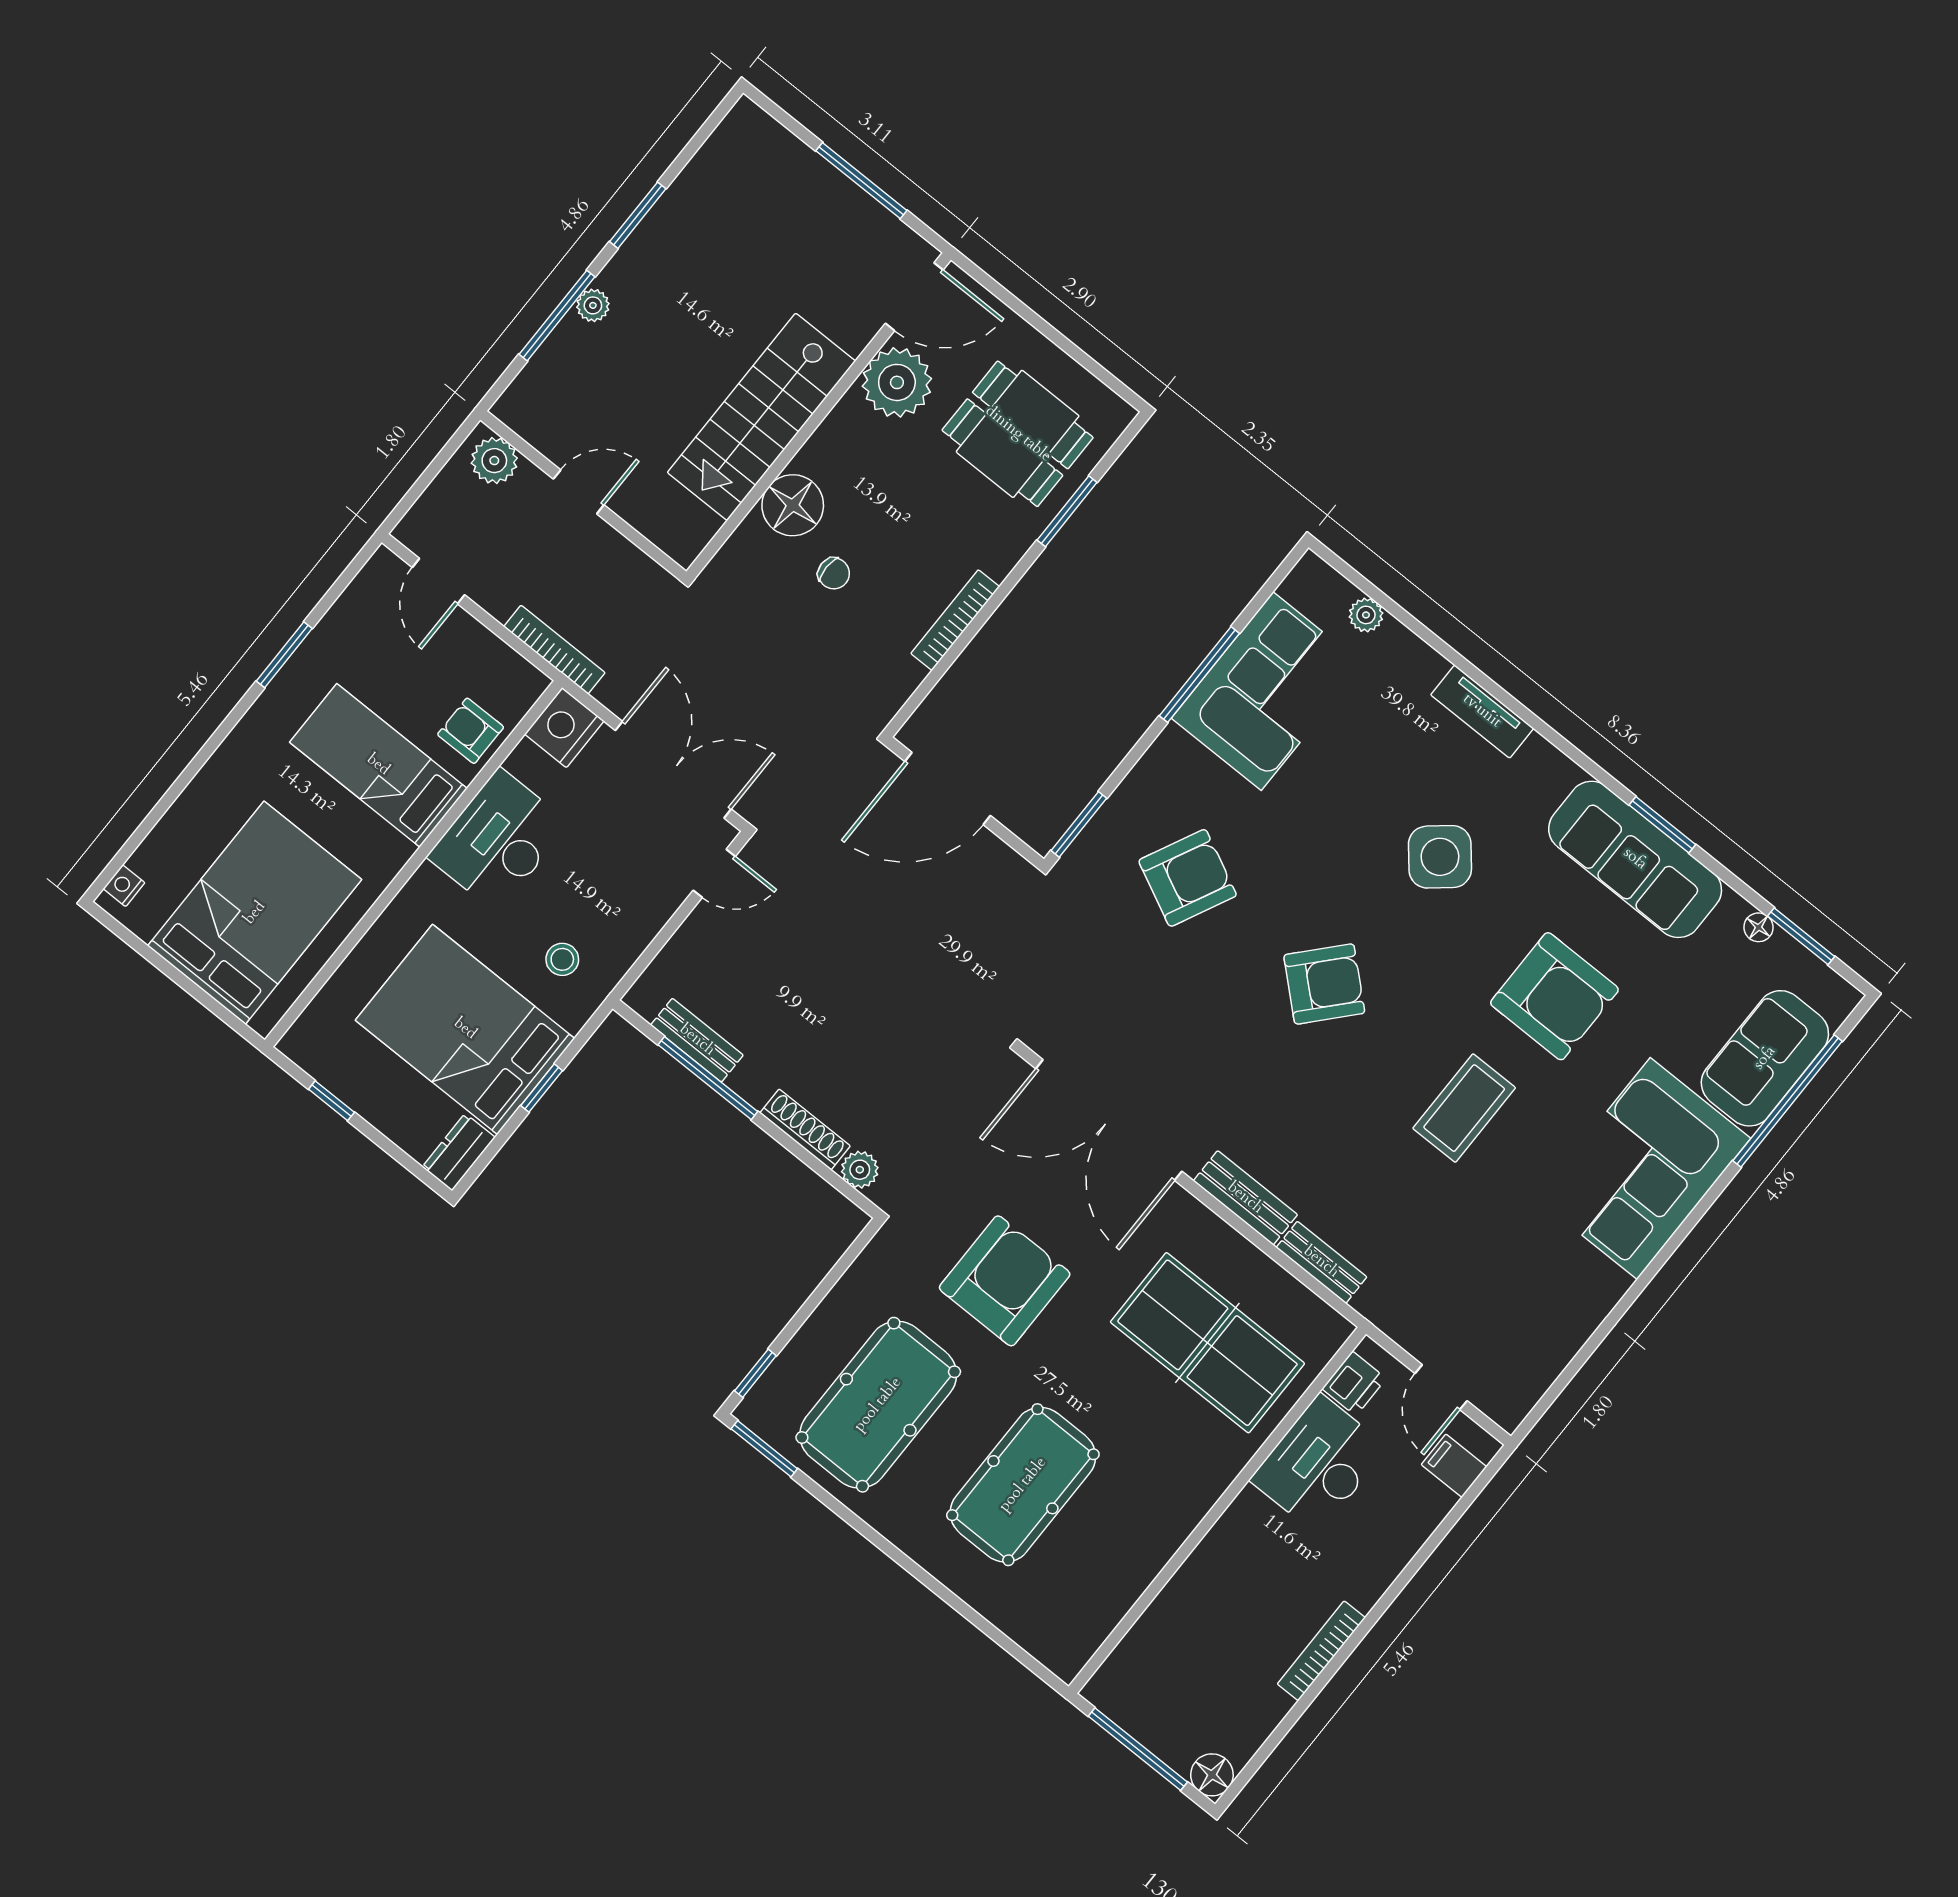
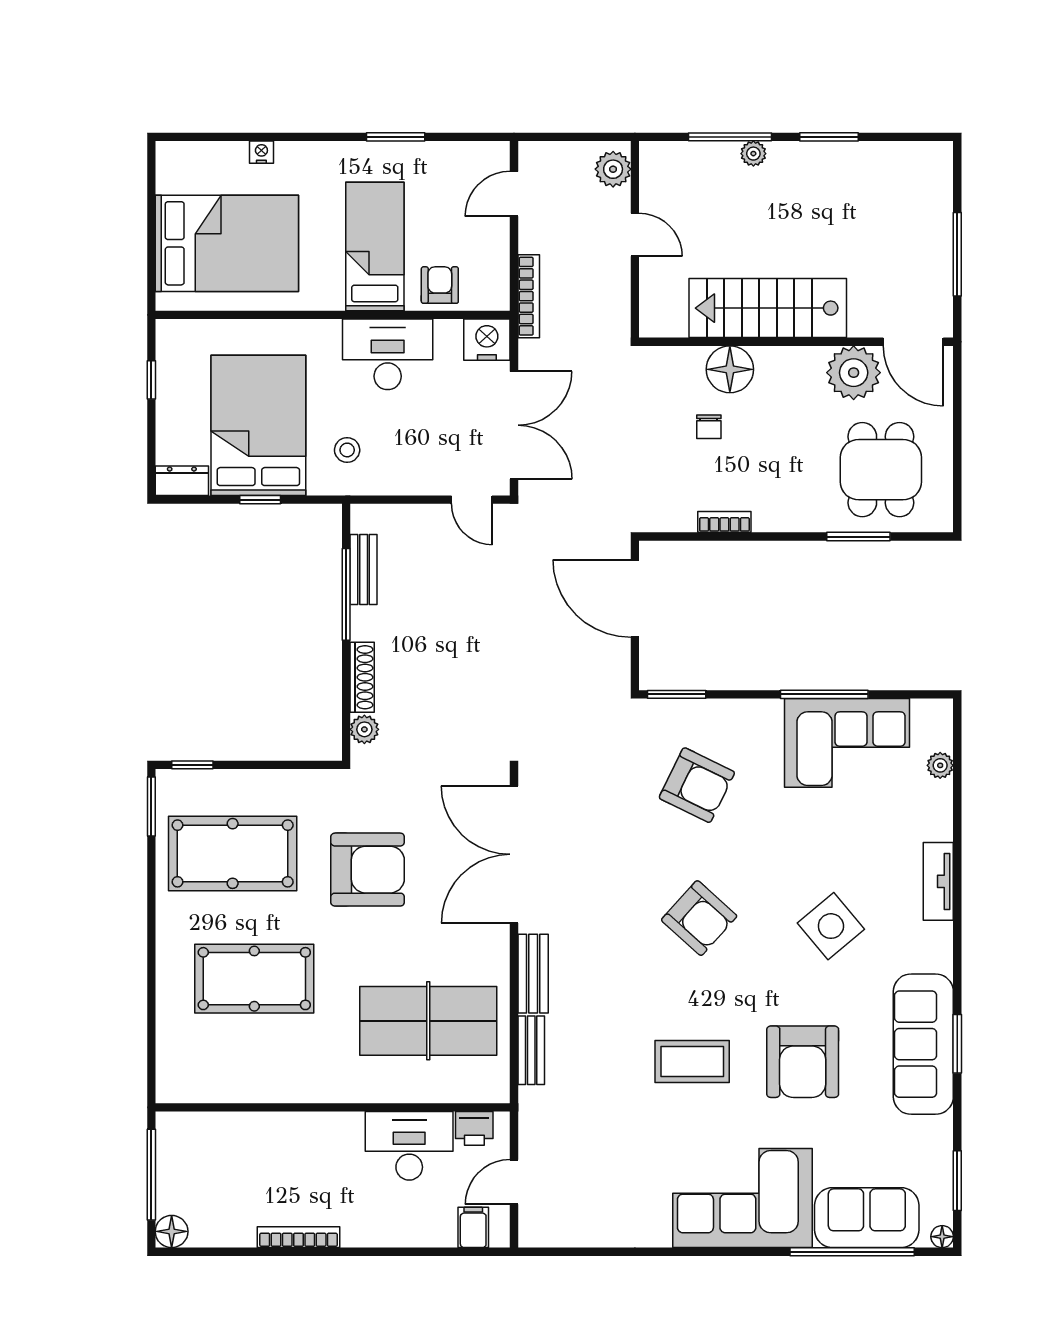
bookcase: (955, 620) -> (724, 522), width x0.64
nightstand: (124, 886) -> (261, 152), moved
floor lamp: (1759, 927) -> (942, 1237), moved
table tennis table: (1207, 1343) -> (428, 1021), turned 90

